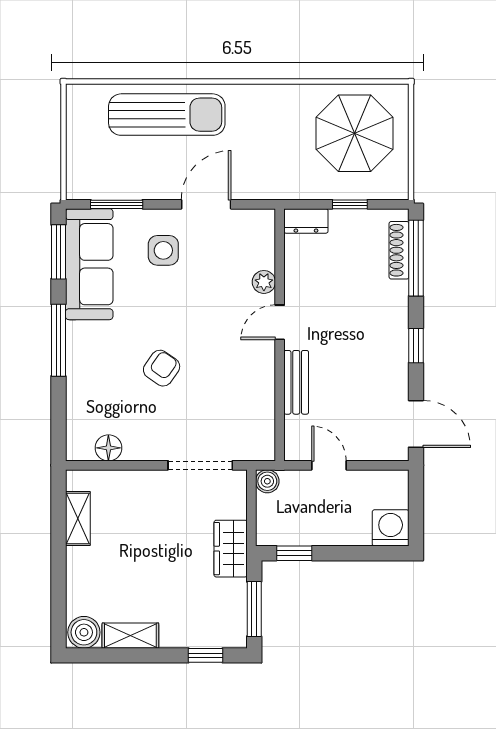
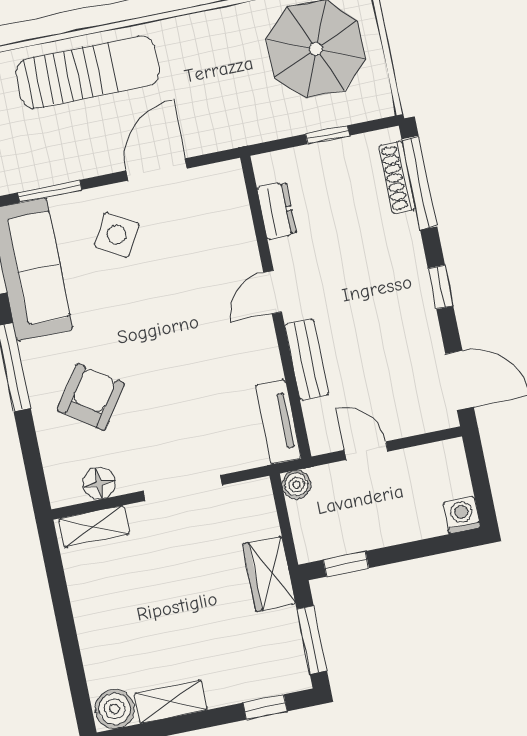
dresser: (306, 221) -> (277, 211), moved, turned -90
side table: (163, 250) -> (117, 235), turned 31
plant: (264, 282) -> (244, 248), removed
armchair: (162, 368) -> (91, 397), moved, width x1.38, depth x1.38
tv unit: (263, 428) -> (278, 422), added
doorway: (200, 465) -> (183, 488), moved
shelving: (78, 519) -> (94, 527), moved, turned 90
washing machine: (391, 528) -> (462, 515), width x0.73, depth x0.73

